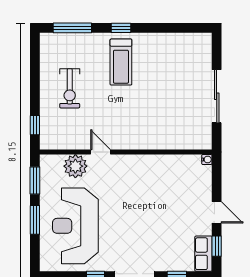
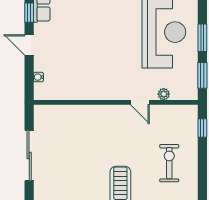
water cooler: (207, 159) -> (38, 77), moved
plant: (75, 166) -> (164, 94), width x0.53, depth x0.53

